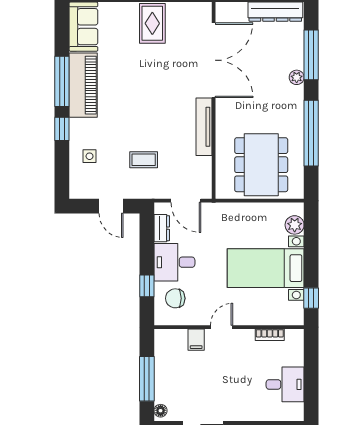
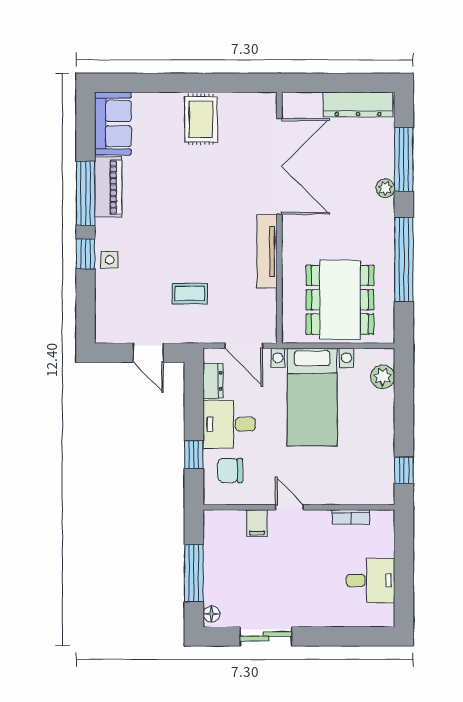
piano: (83, 85) -> (108, 187), width x0.73, depth x0.75
side table: (90, 156) -> (110, 260), moved
bed with nightstands: (266, 268) -> (312, 397), moved, turned -90
door: (222, 327) -> (289, 507), hinge flipped

